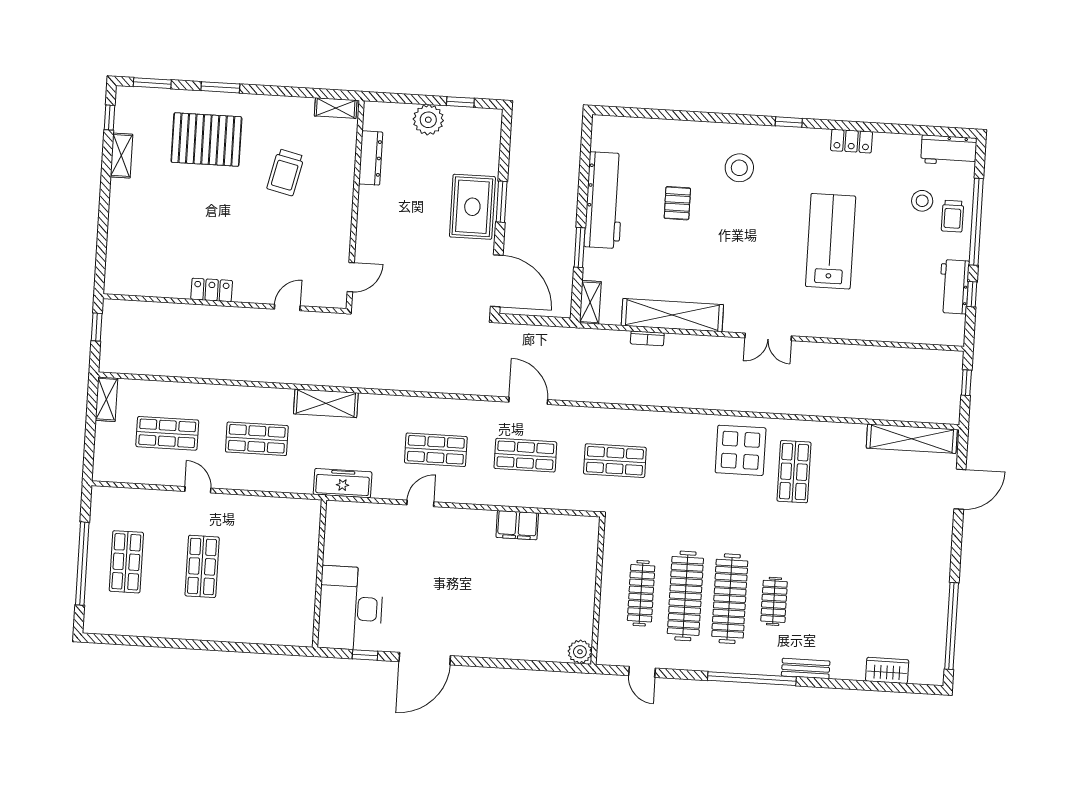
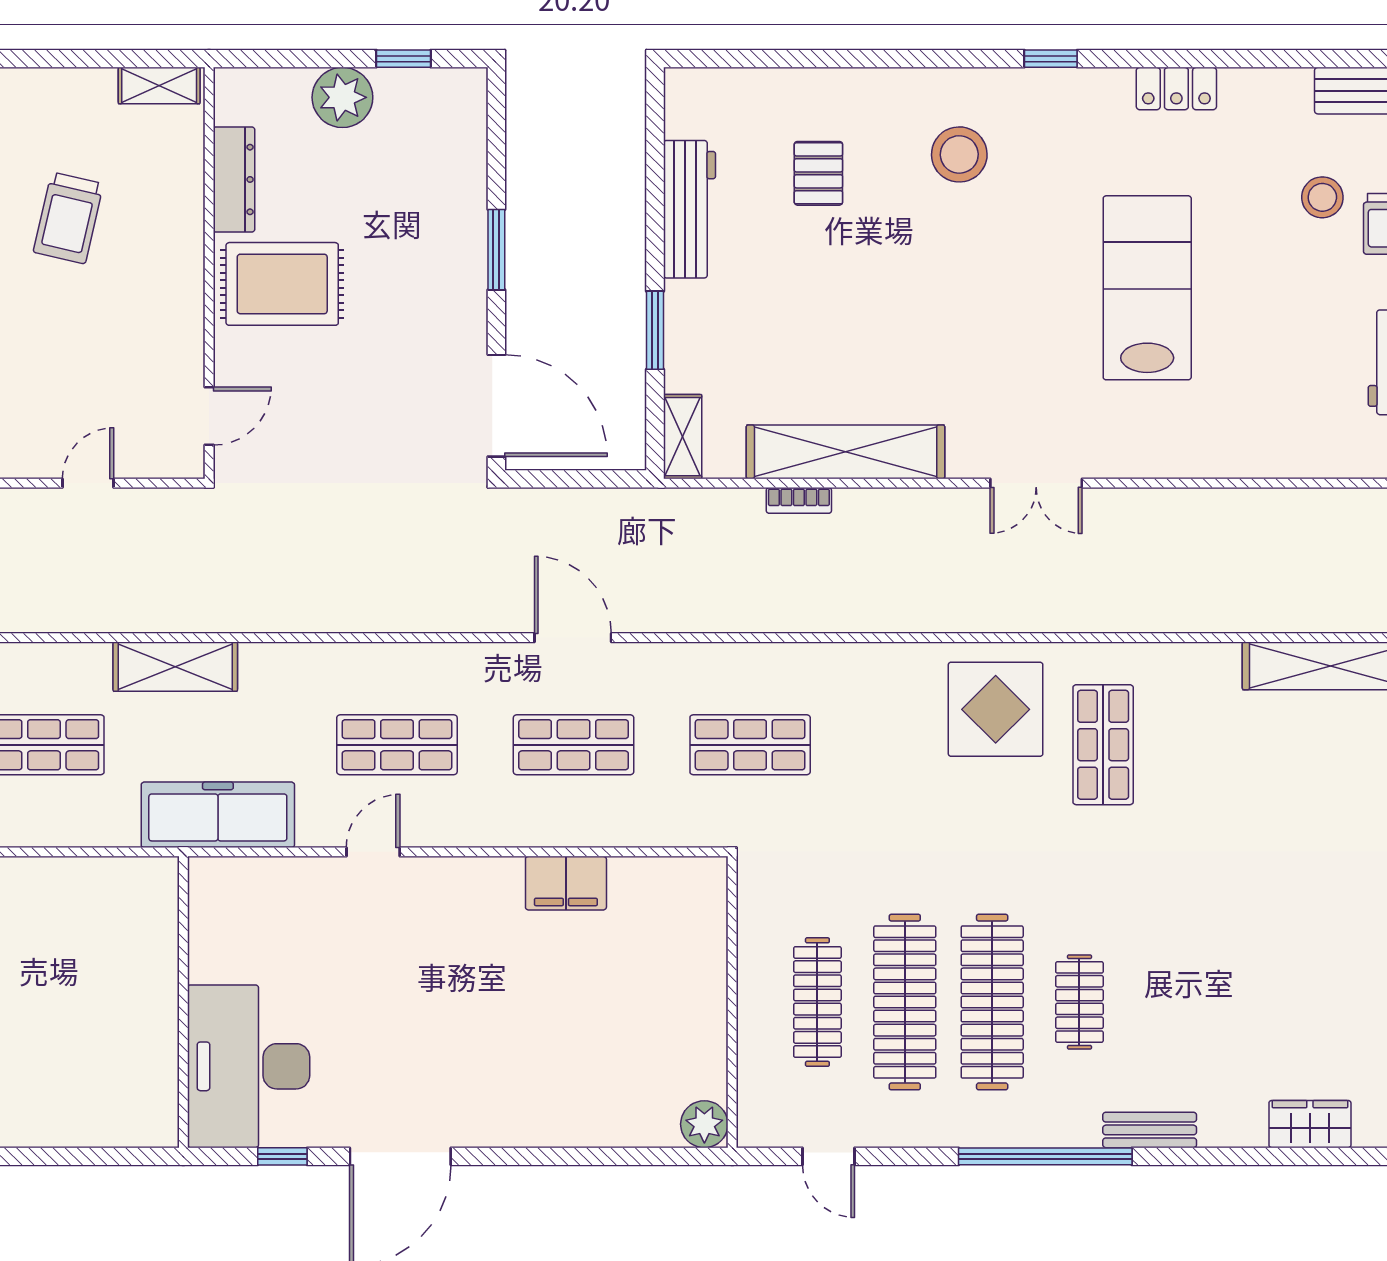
workbench: (604, 200) -> (689, 209), width x0.73, depth x0.76
pallet: (677, 203) -> (818, 173), moved
rug: (472, 207) -> (282, 284), moved, turned 90
freezer: (343, 483) -> (218, 815), width x1.36, depth x1.26

